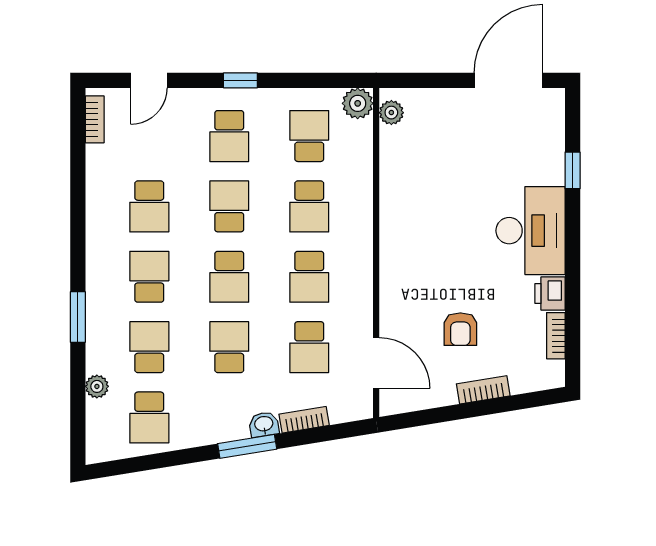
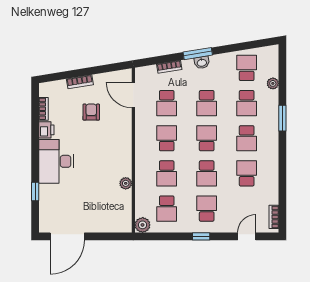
plant: (391, 113) -> (126, 183), moved
school desk: (309, 206) -> (167, 173), turned 180
school desk: (309, 347) -> (167, 103), turned 180
washbasin: (264, 424) -> (202, 62), moved

